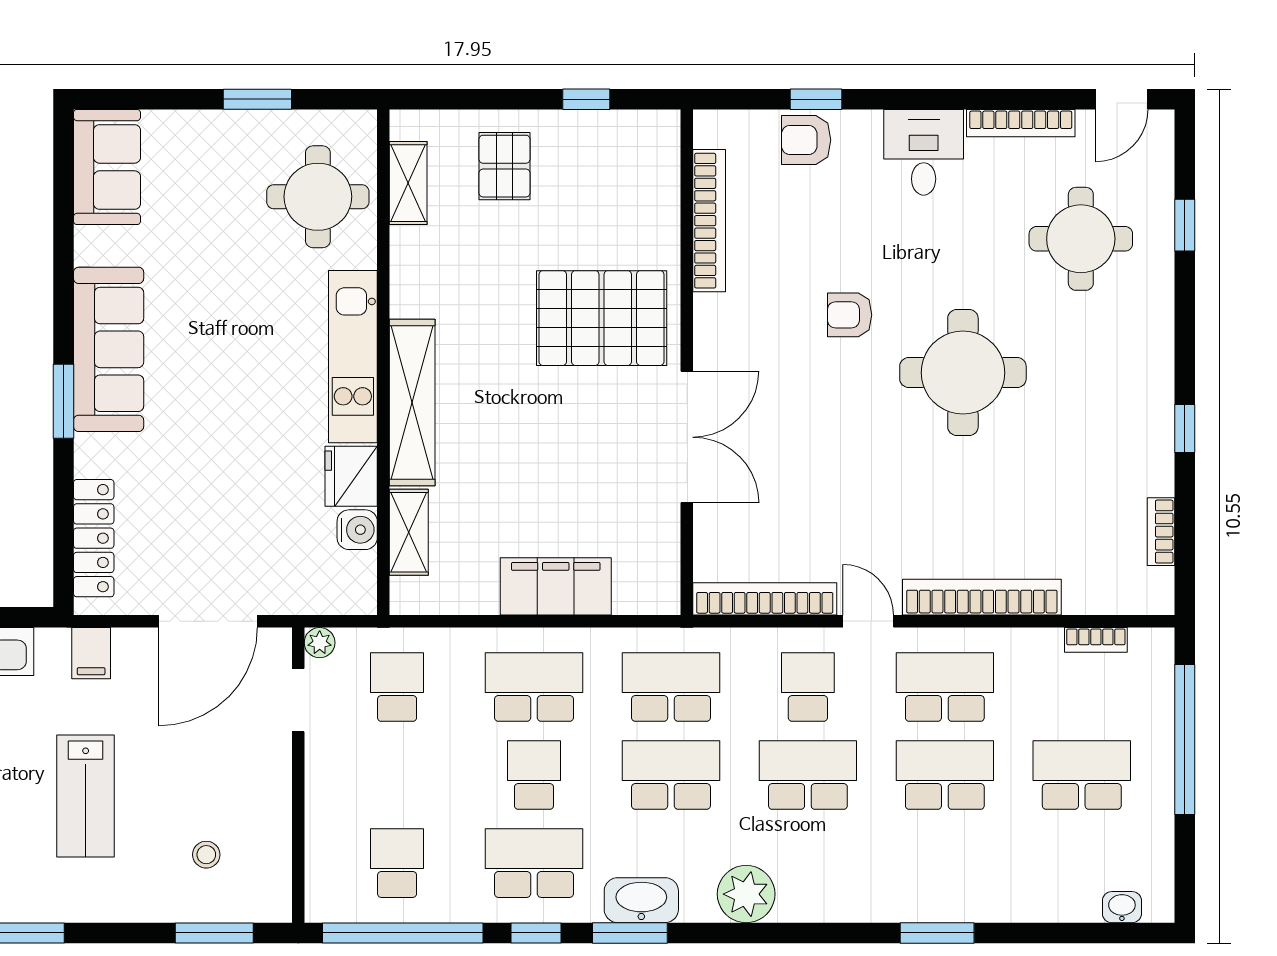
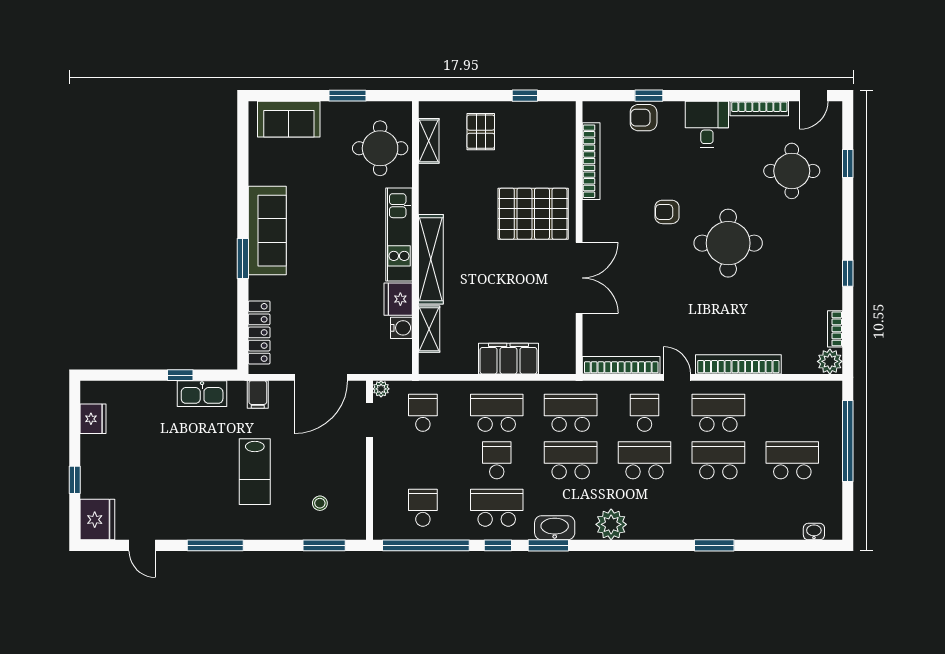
sofa: (107, 167) -> (289, 119), moved, turned 90
plant: (1151, 592) -> (830, 361), added
bookcase: (1096, 640) -> (800, 387), removed

